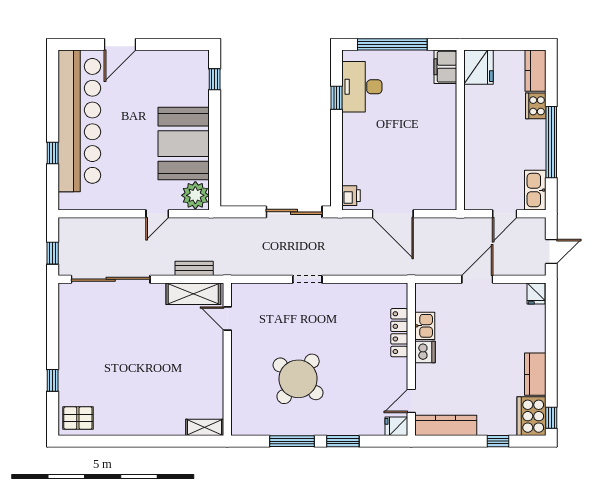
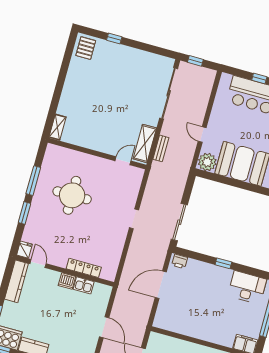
window: (337, 98) -> (223, 263), moved
round table: (298, 379) -> (72, 195), turned -38

